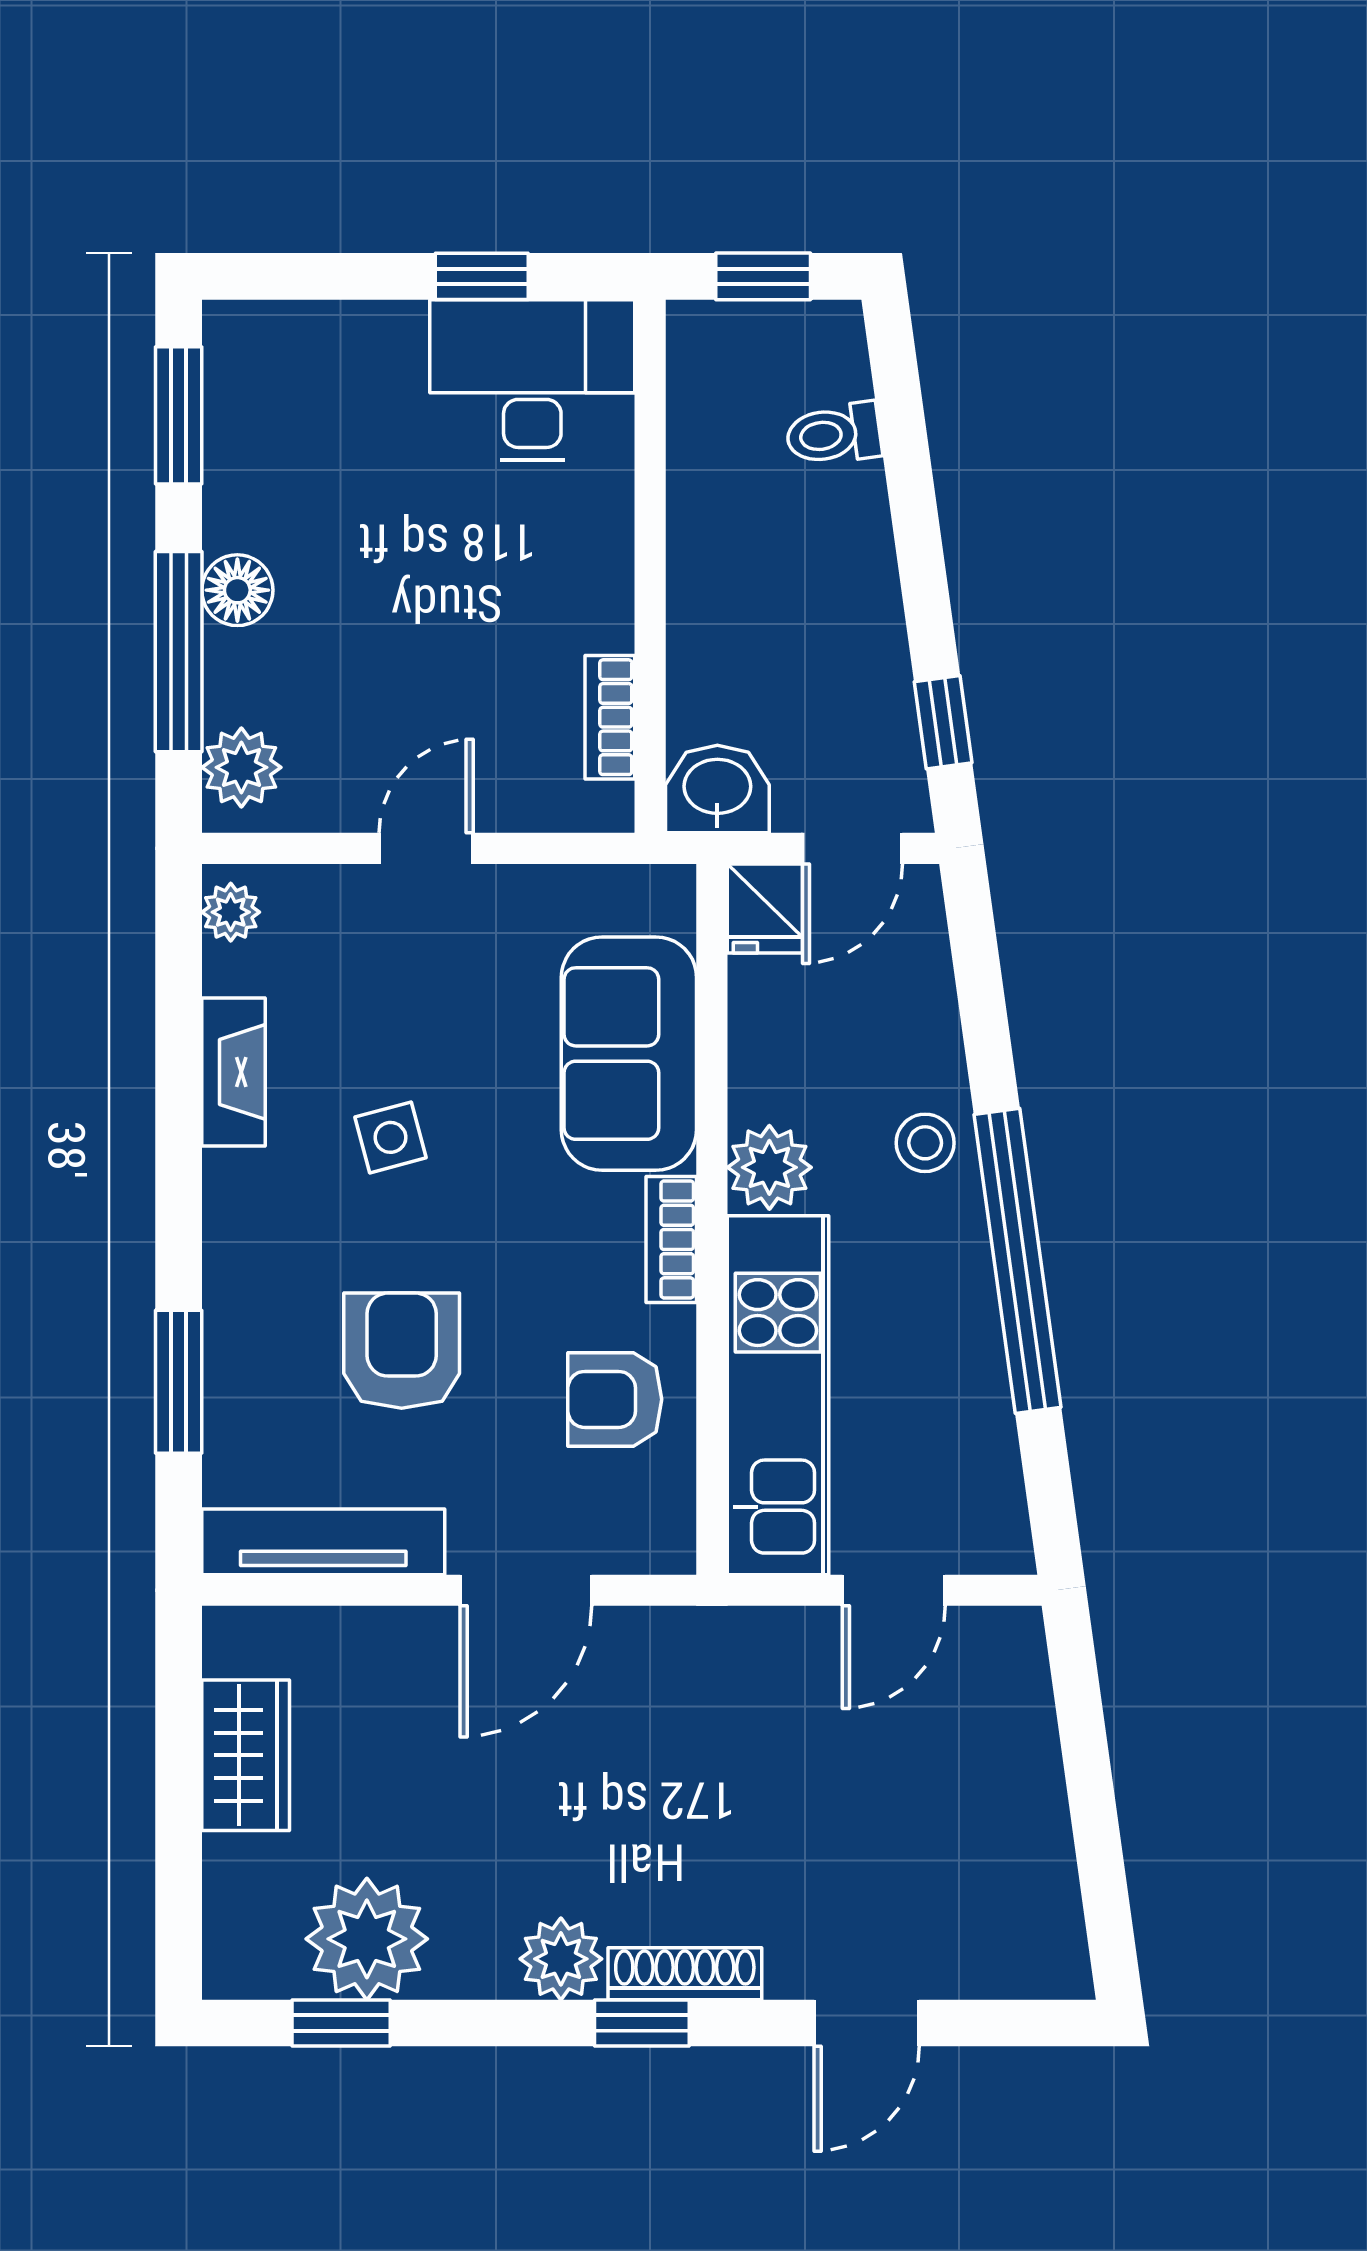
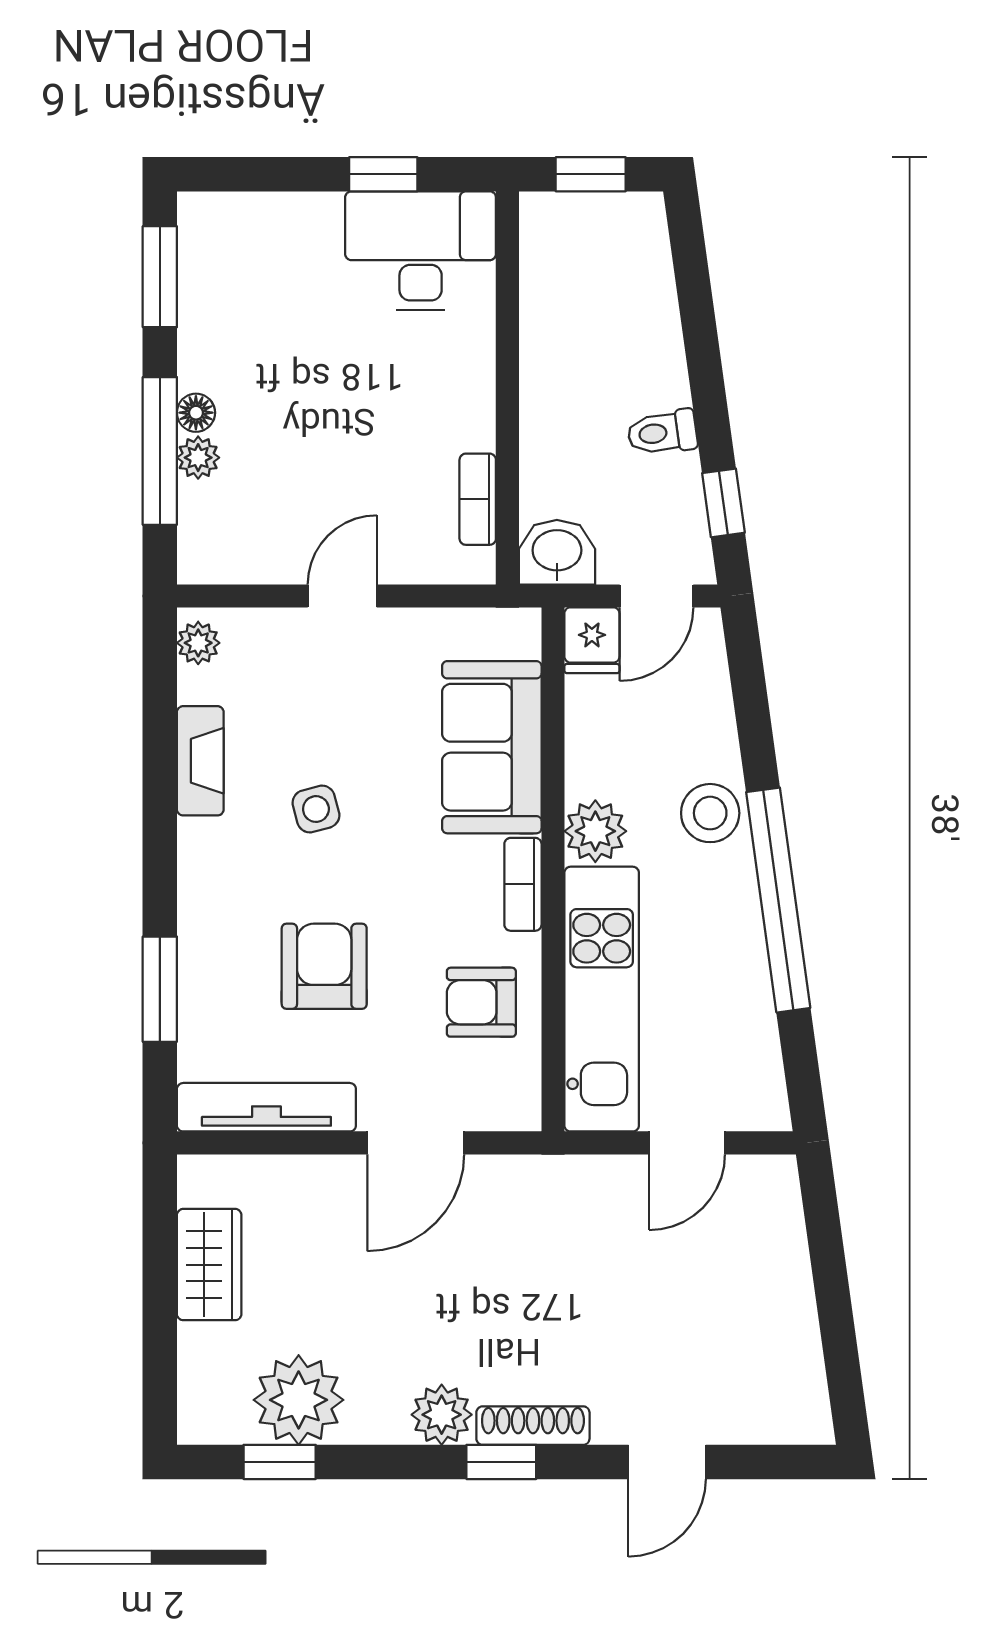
toilet: (834, 434) -> (662, 432), moved
floor lamp: (237, 590) -> (196, 413), width x0.73, depth x0.73
plant: (241, 767) -> (198, 458), moved, width x0.73, depth x0.73
stool: (925, 1143) -> (710, 813), width x1.37, depth x1.37

